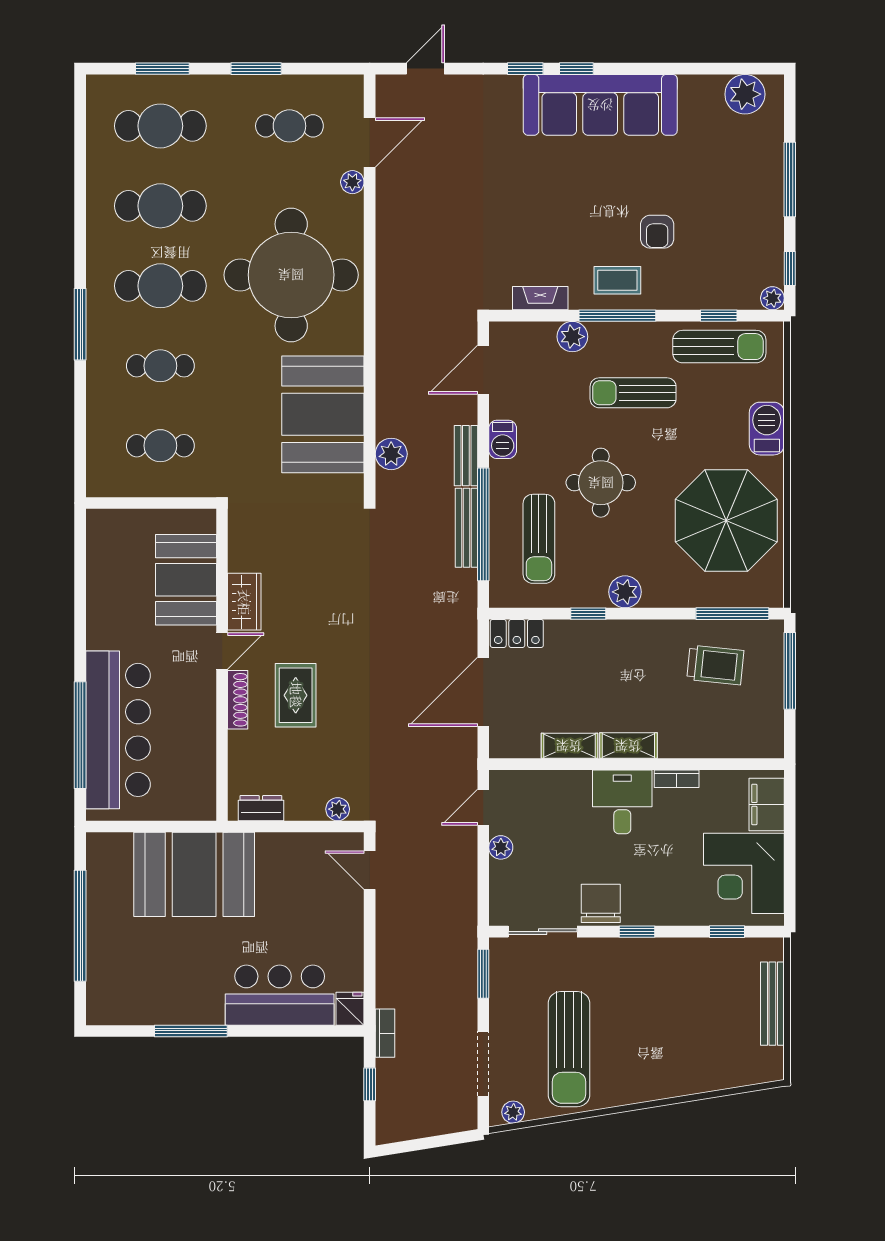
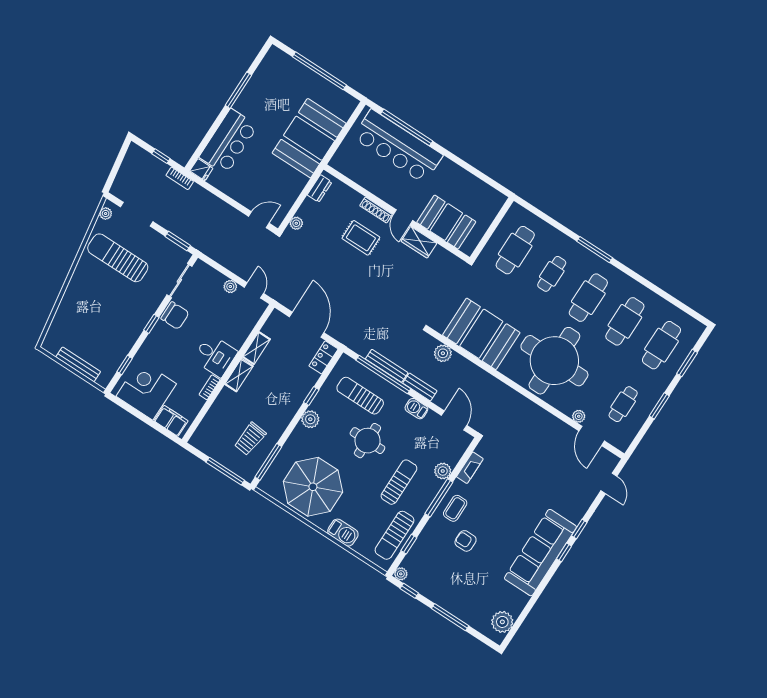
cafe table: (160, 446) -> (515, 250), width x1.37, depth x1.35

